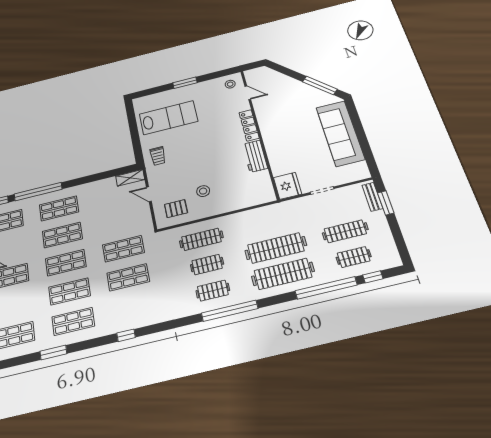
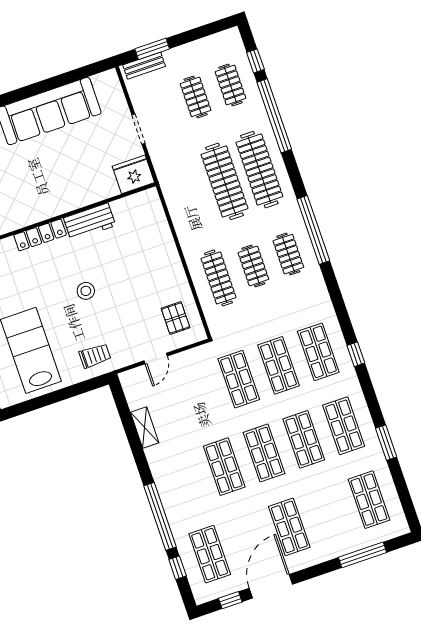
shelving: (130, 178) -> (145, 428), moved
stool: (203, 191) -> (86, 291), moved
shop shelf: (59, 208) -> (318, 352), moved
clothes rail: (345, 231) -> (196, 97), width x0.73

